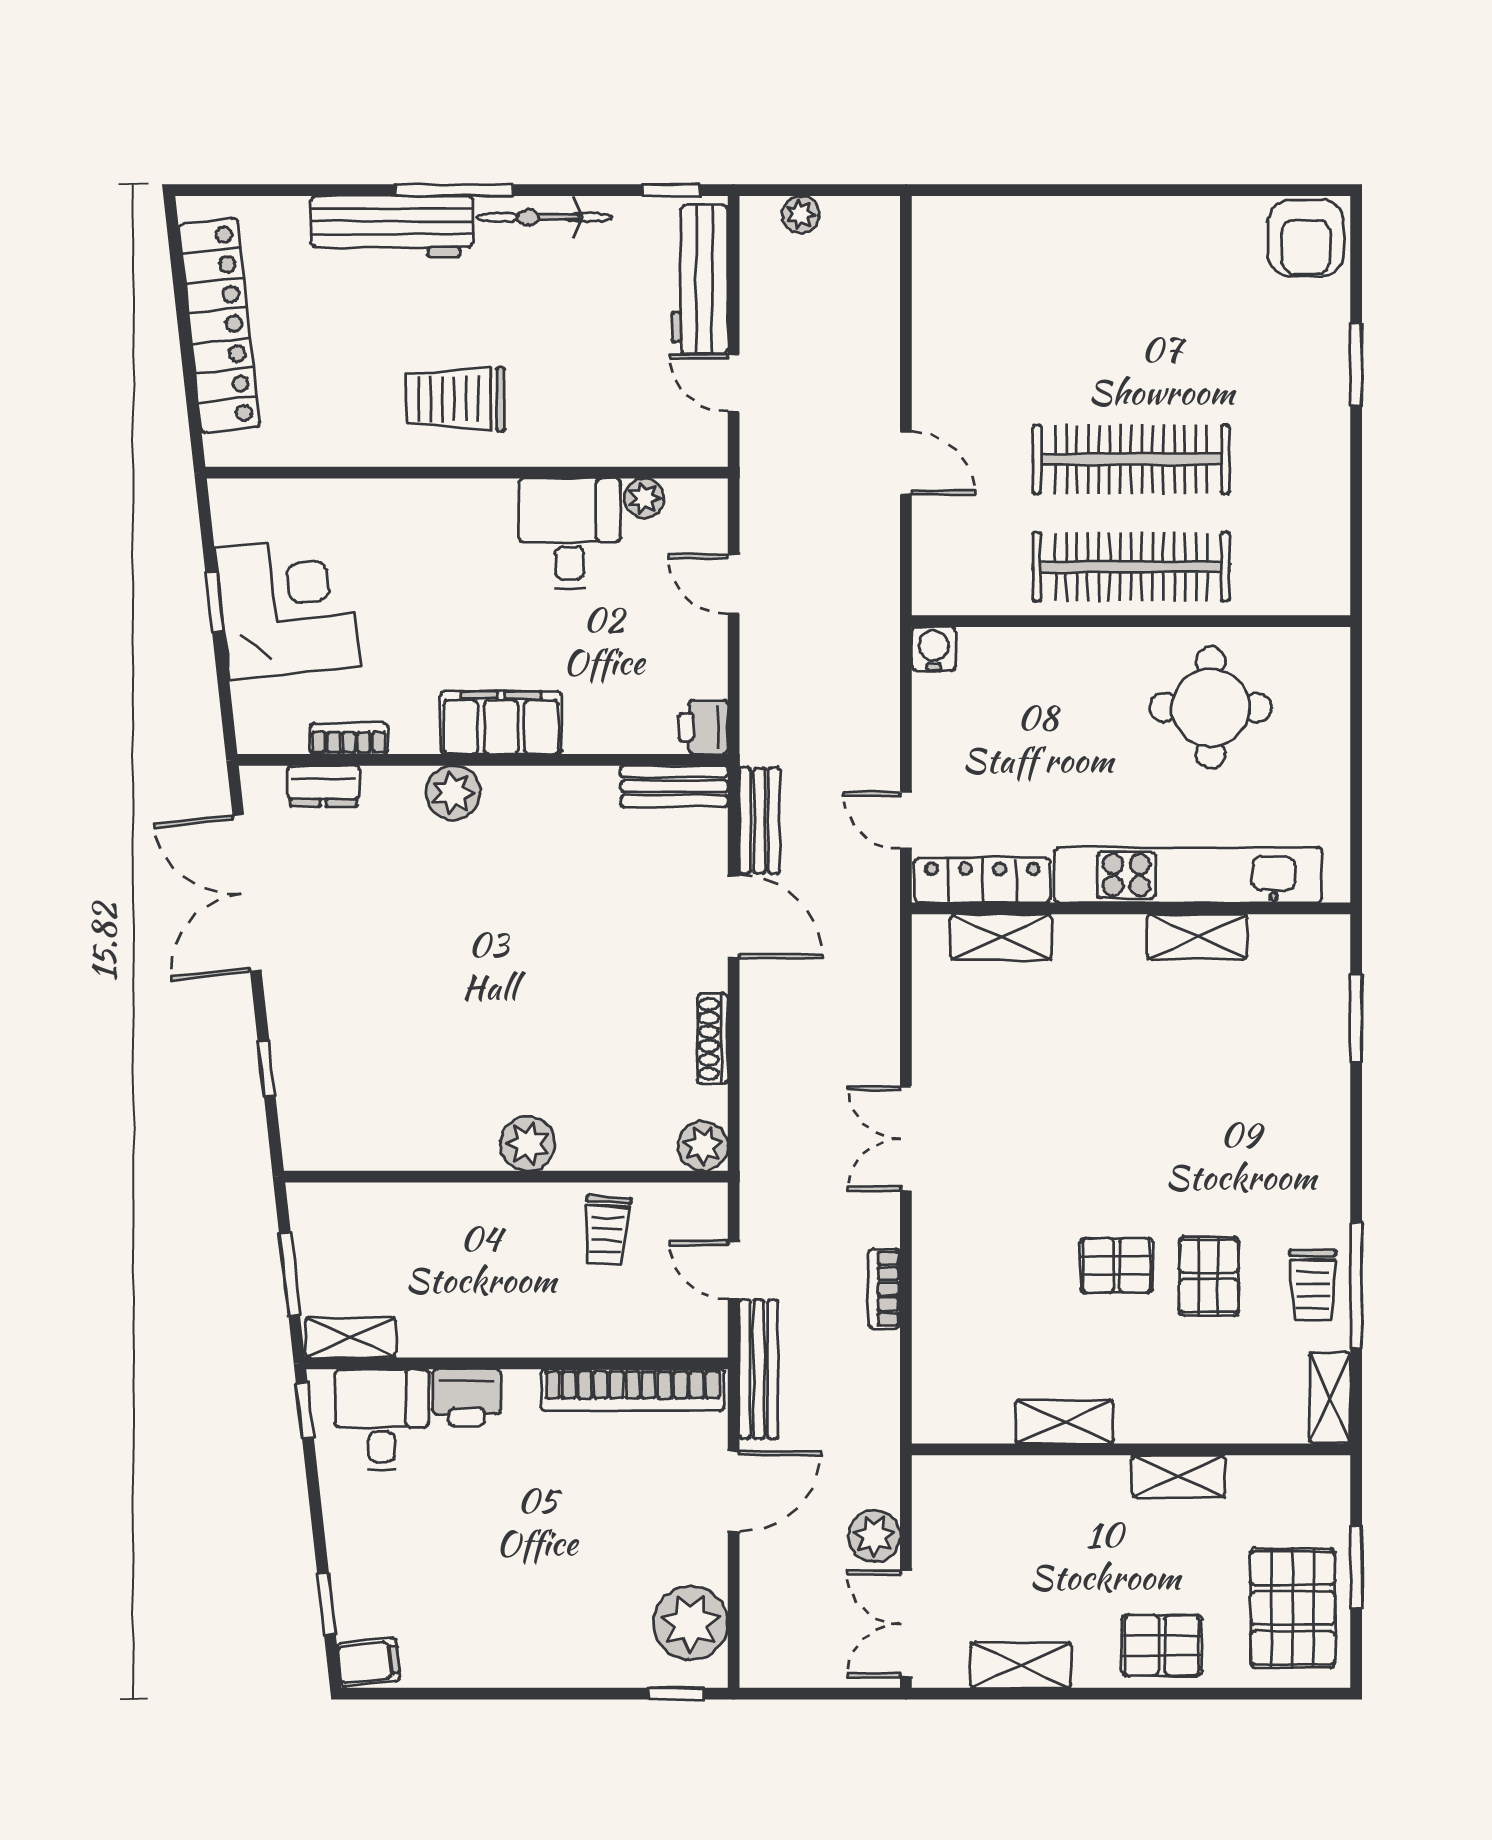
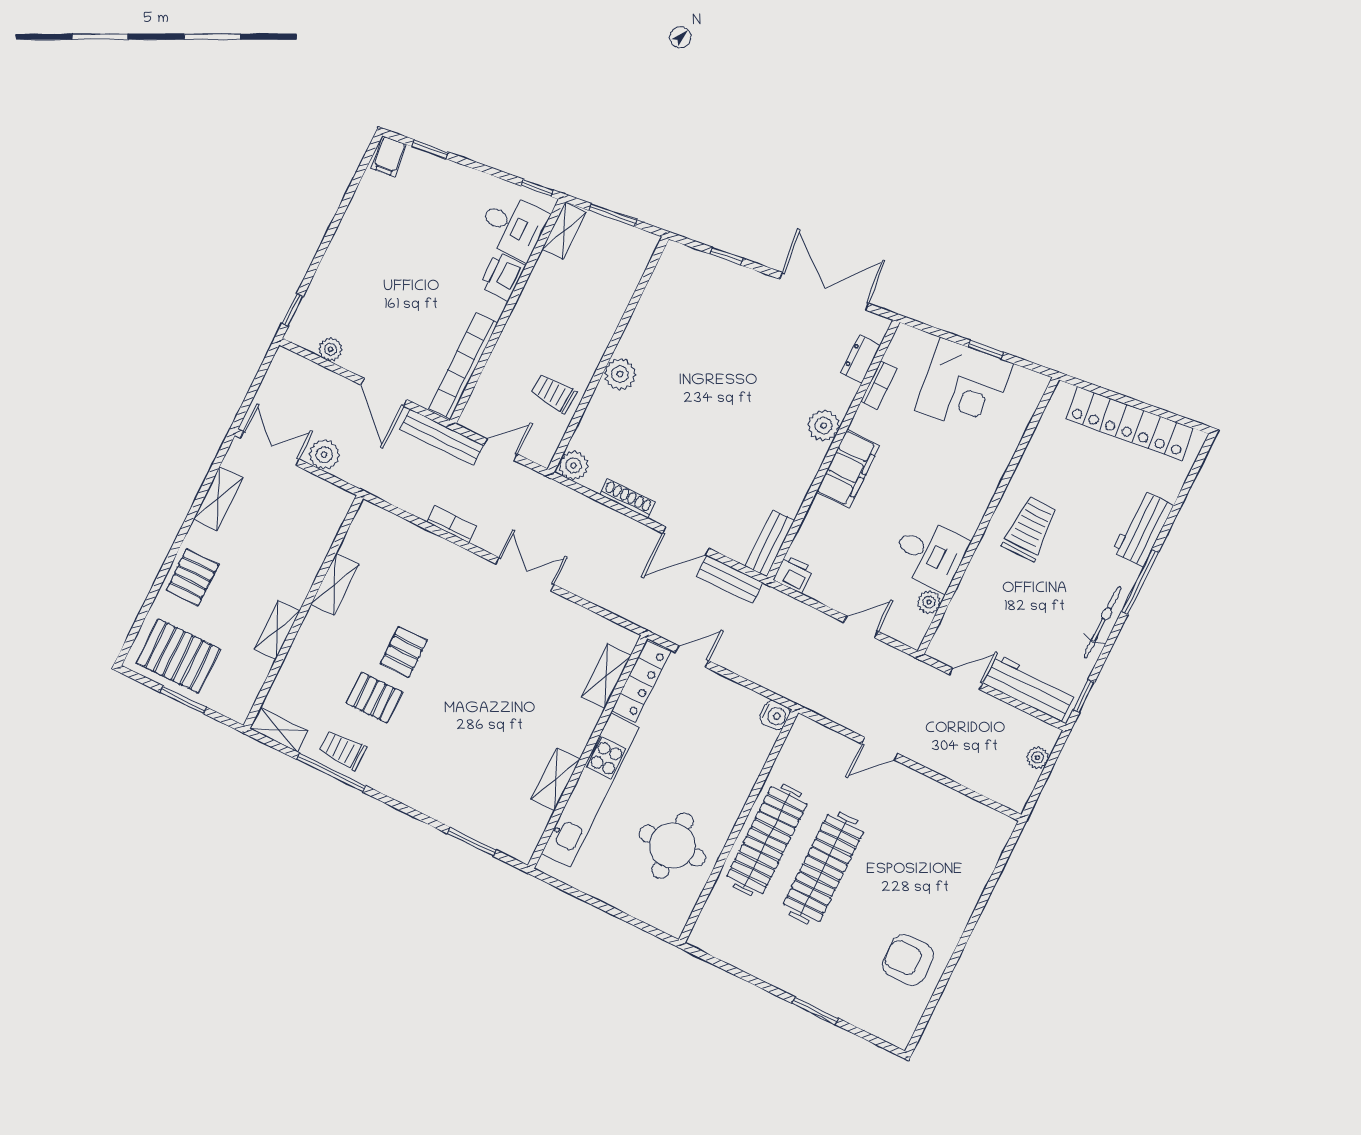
workbench: (392, 226) -> (1143, 528), width x0.73
armchair: (1306, 238) -> (908, 960), moved
plant: (691, 1623) -> (330, 349), width x0.53, depth x0.53

